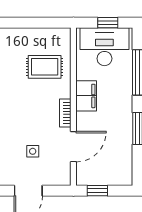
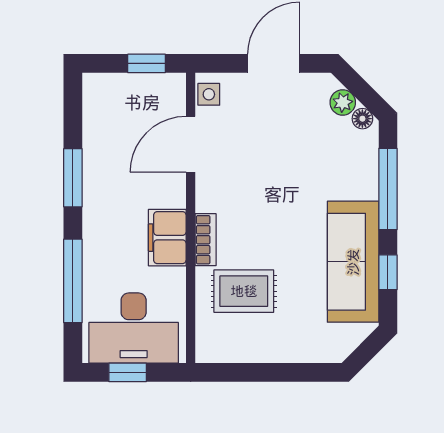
bookcase: (65, 113) -> (206, 240), moved
side table: (33, 151) -> (209, 94), moved

